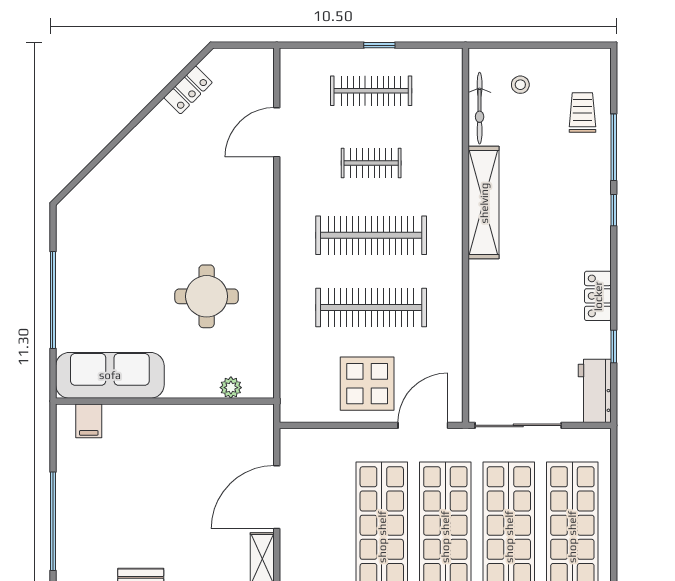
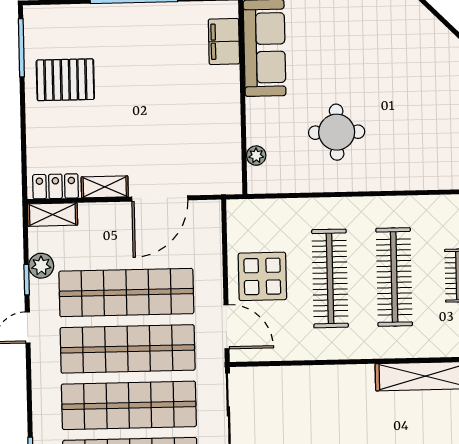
filing cabinet: (89, 421) -> (224, 41), width x2.00
door: (277, 497) -> (160, 199), swing flipped

